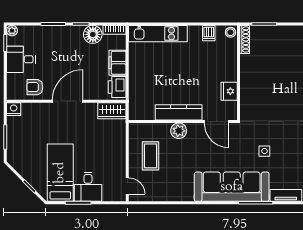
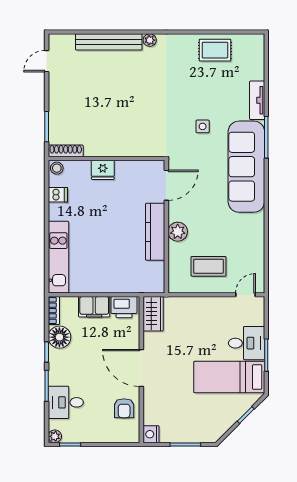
desk: (21, 59) -> (66, 402), moved, turned 90
fridge: (229, 91) -> (103, 170), moved

